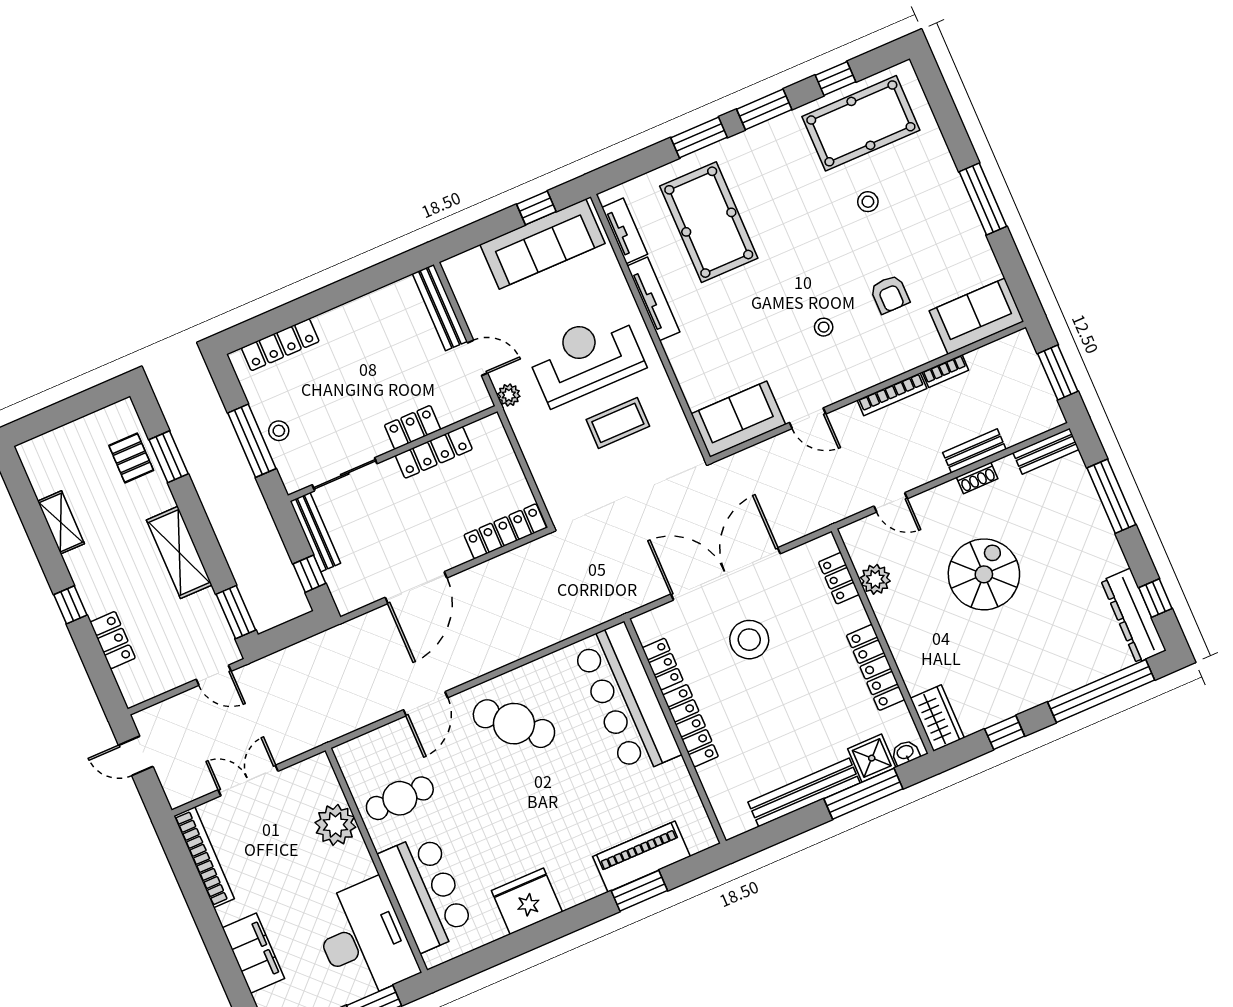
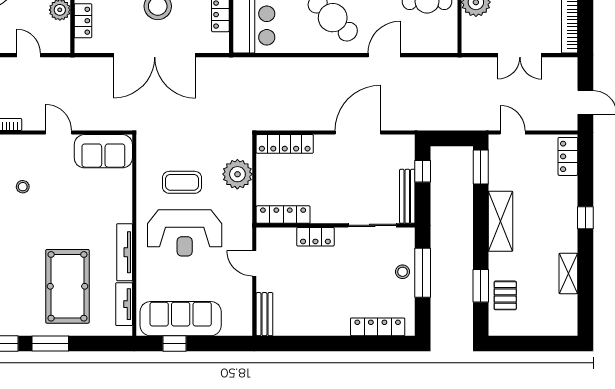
bench: (440, 308) -> (264, 314), width x0.73
plant: (509, 395) -> (237, 174), moved, width x1.87, depth x1.87
locker: (434, 452) -> (283, 215), moved
locker: (113, 640) -> (568, 156), moved

